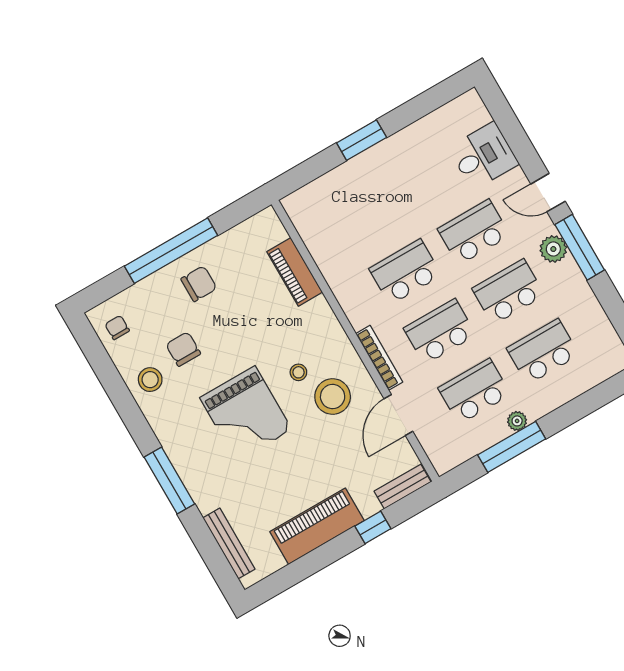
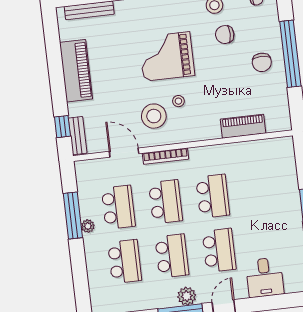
chair: (183, 349) -> (225, 35), turned 180
window: (373, 527) -> (62, 127), moved

